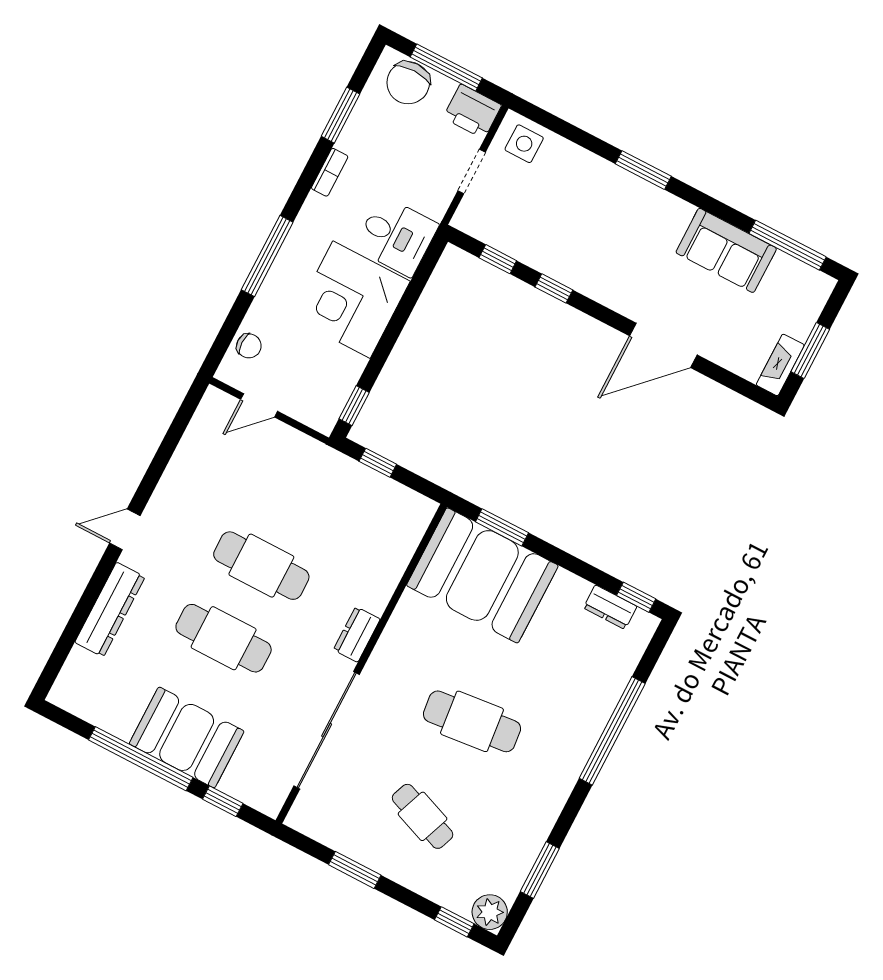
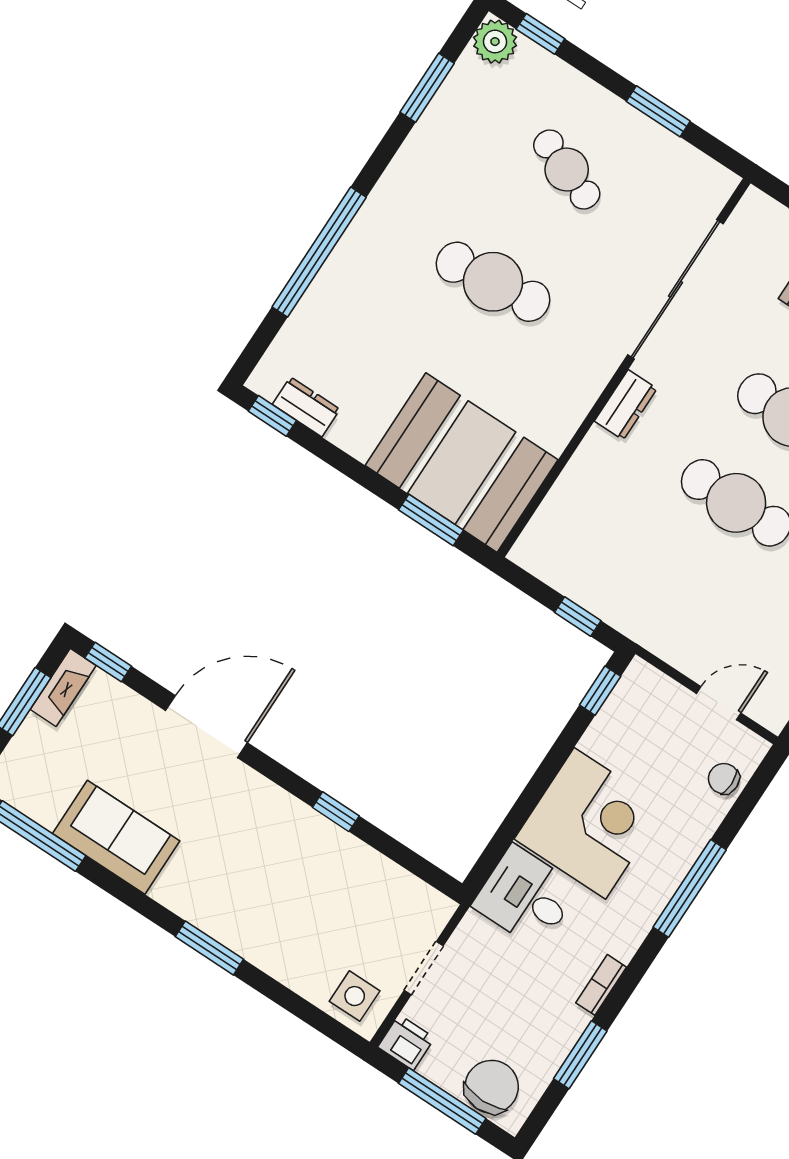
printer: (472, 111) -> (406, 1042), width x0.73, depth x0.81
window: (498, 259) -> (108, 662), moved

